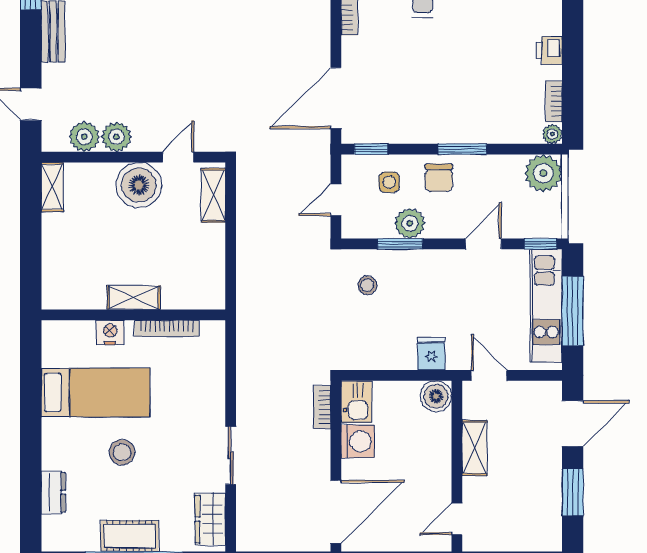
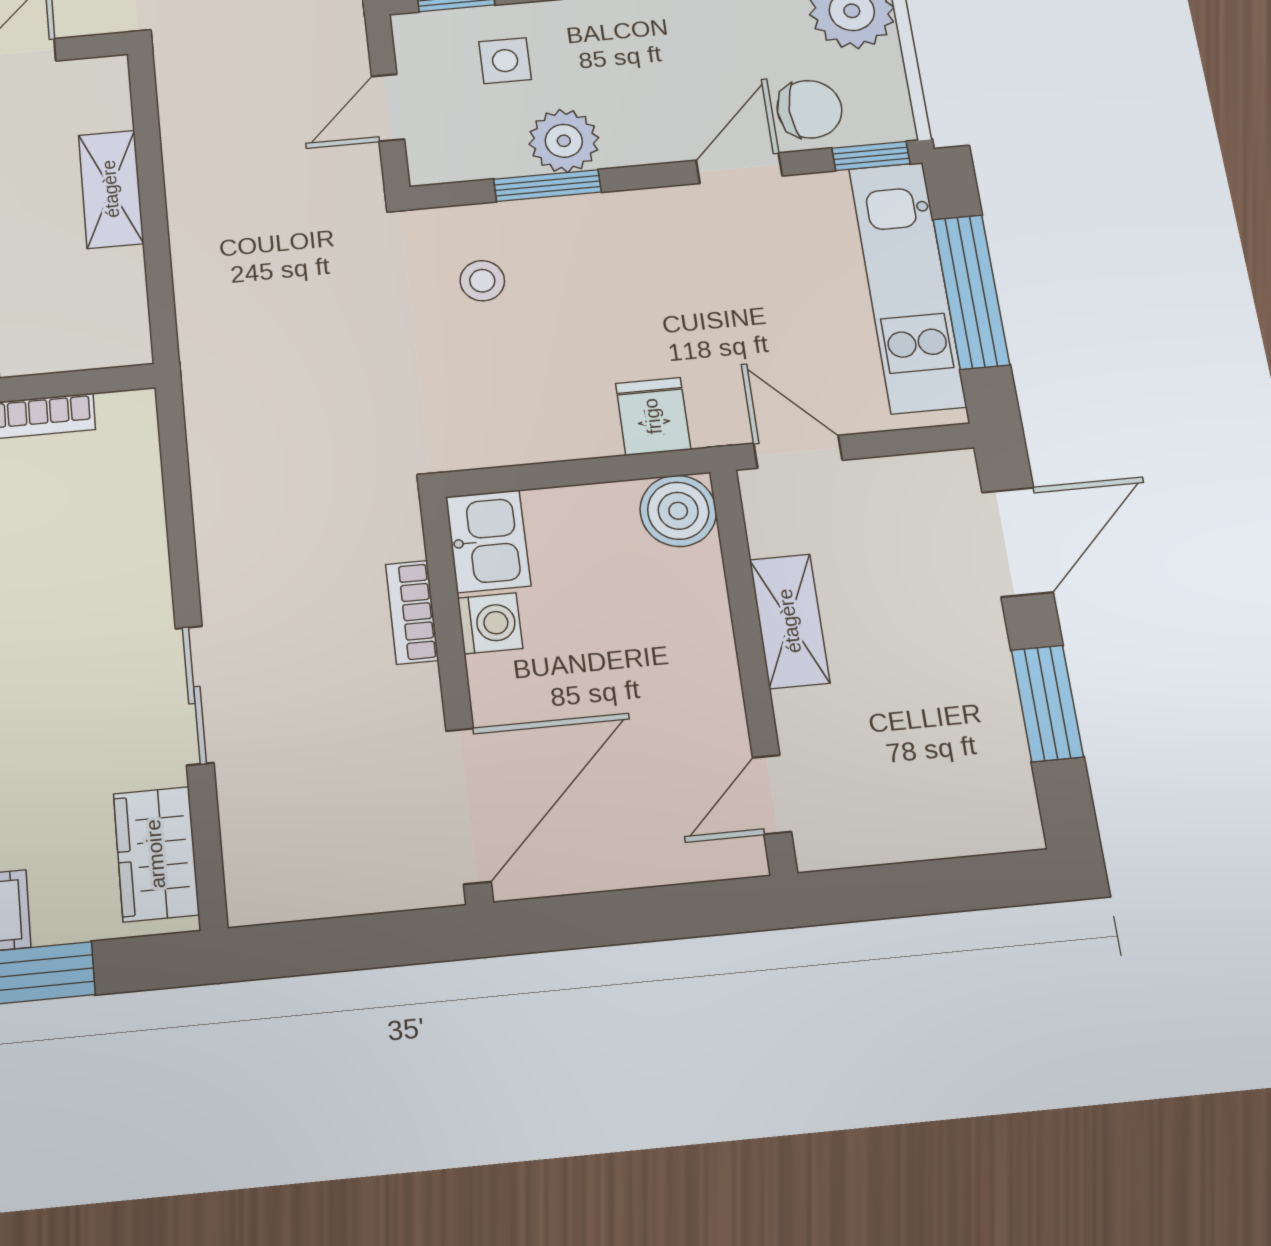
chair: (439, 178) -> (809, 109), moved, turned -90
shelving: (213, 195) -> (111, 189), moved
bookcase: (322, 407) -> (412, 612), moved
washing machine: (358, 441) -> (490, 623), width x0.73, depth x0.73

